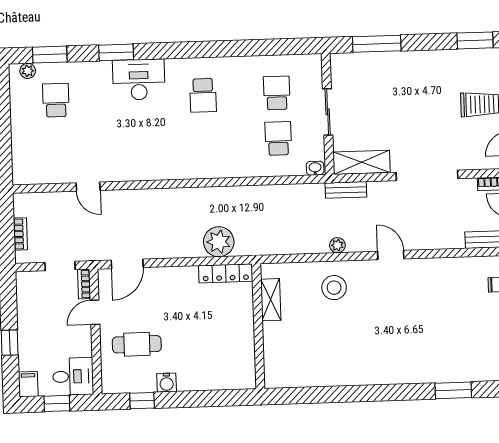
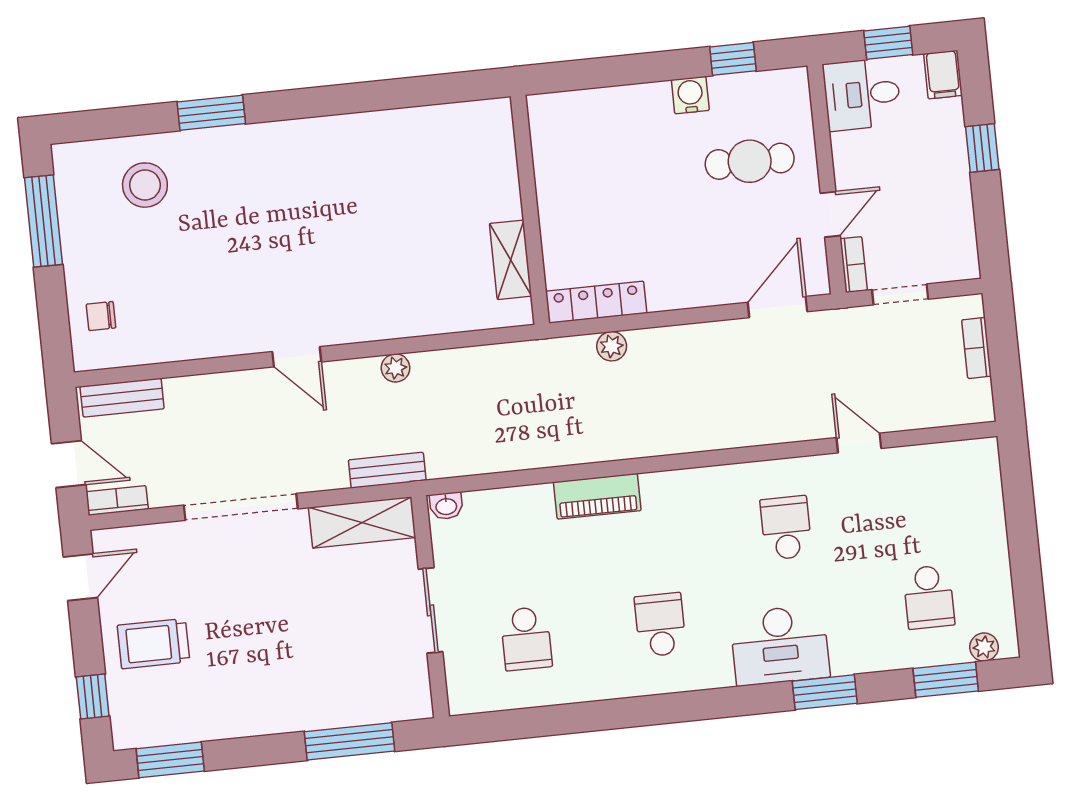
school desk: (278, 138) -> (786, 528), moved, turned 180
piano: (232, 168) -> (597, 496), added
plant: (219, 242) -> (612, 346), width x0.53, depth x0.53
stool: (334, 288) -> (145, 185), moved
window: (453, 390) -> (211, 113), moved

